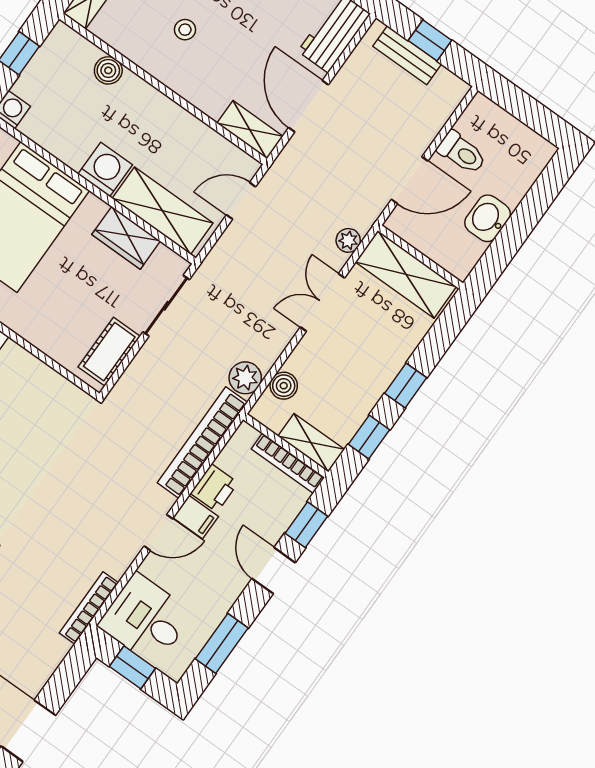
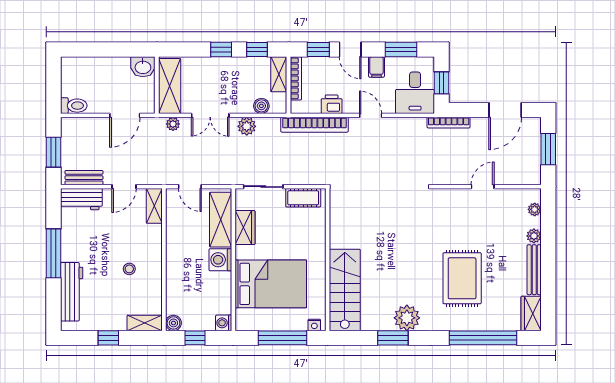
window: (430, 40) -> (54, 152), width x1.50
bench: (407, 55) -> (84, 178), moved, turned 90
boiler: (108, 70) -> (173, 323), moved
door: (309, 106) -> (124, 187), width x0.73
toilet: (462, 153) -> (74, 106), moved, turned 90
door: (410, 180) -> (125, 115), swing flipped
washbasin: (488, 218) -> (143, 67), moved
plant: (245, 378) -> (247, 126), moved
filing cabinet: (196, 517) -> (376, 67), moved, turned 180
door: (274, 571) -> (350, 50), hinge flipped
bookcase: (89, 608) -> (449, 123), moved

